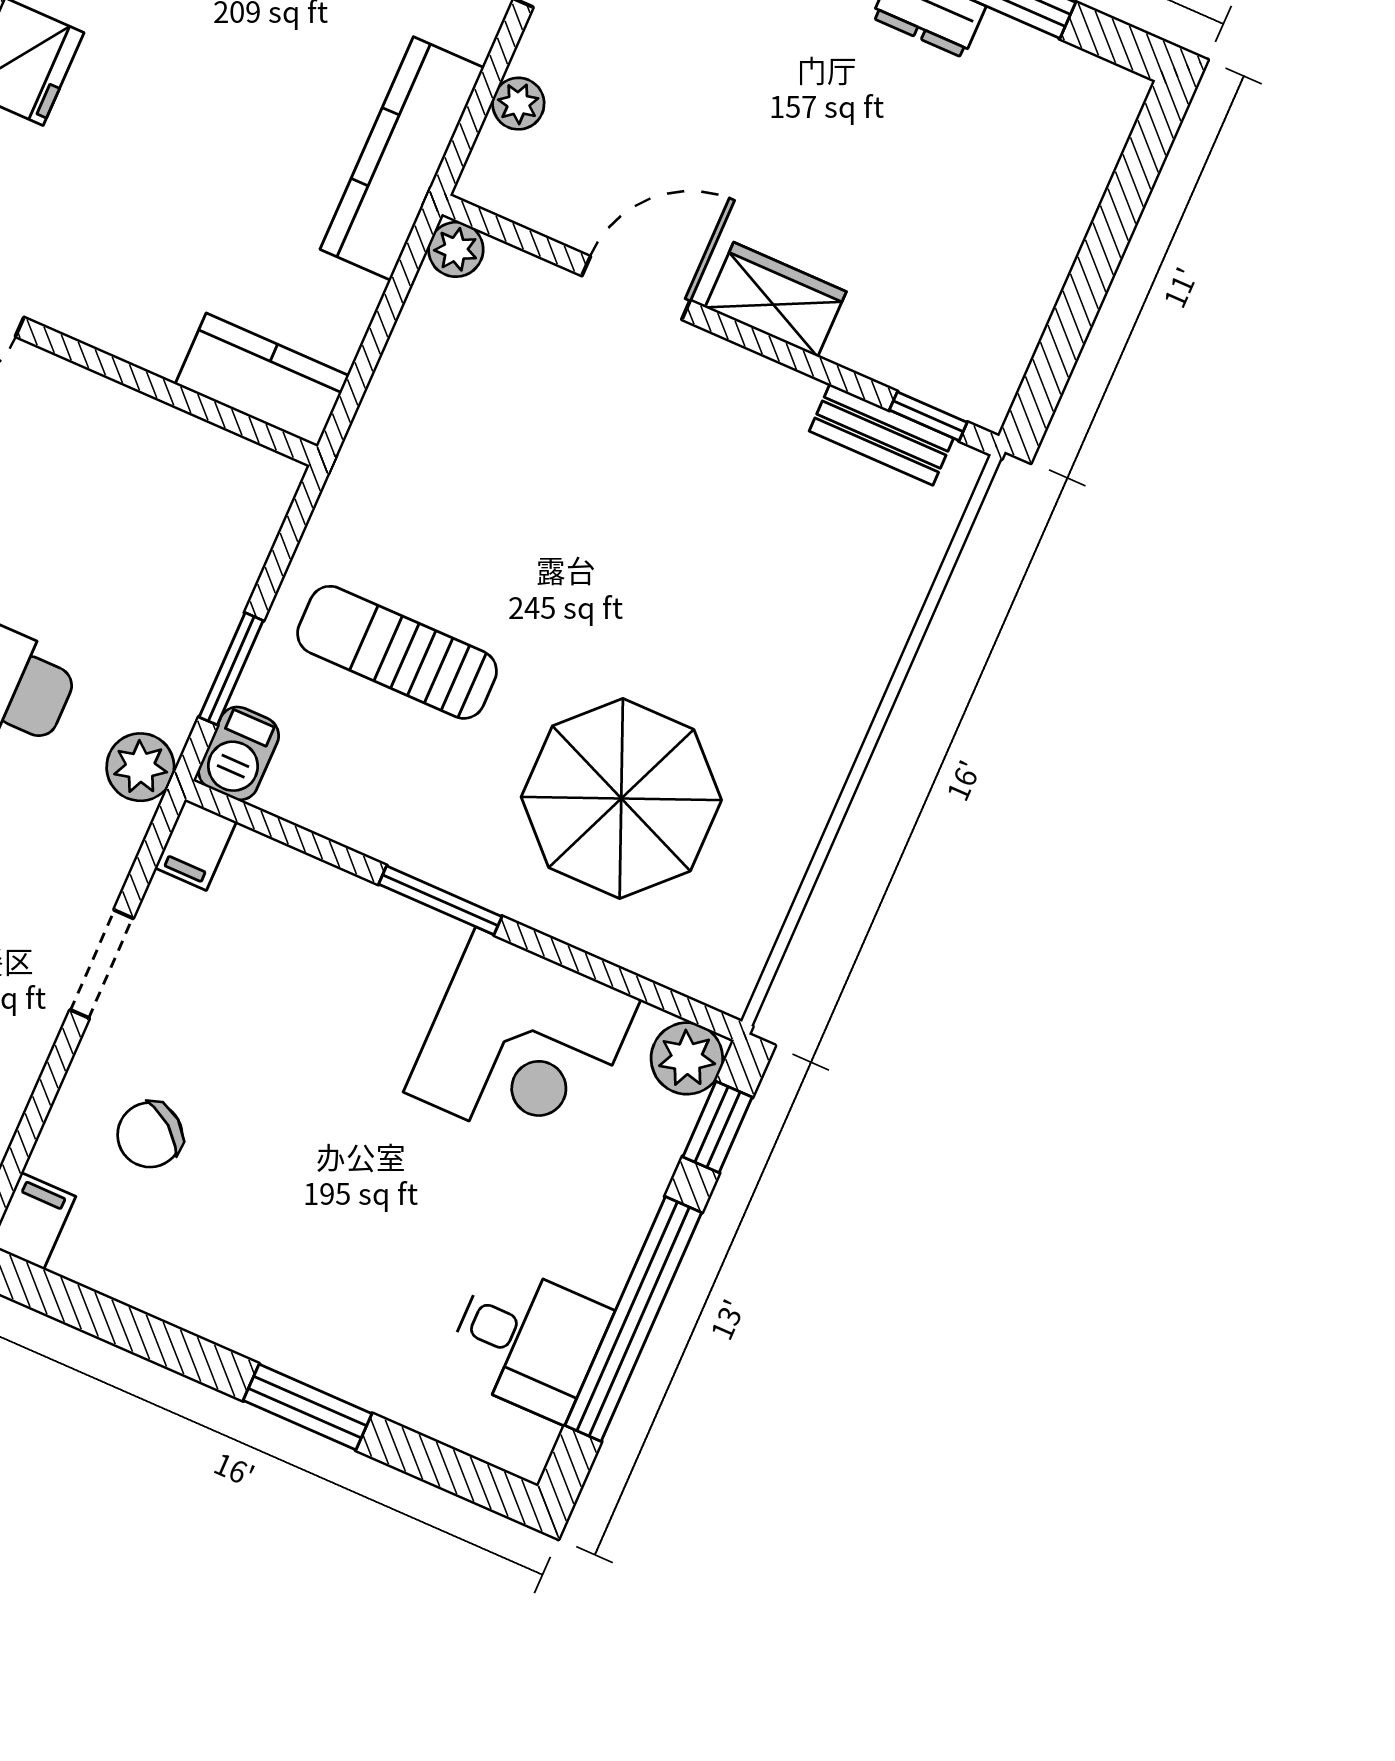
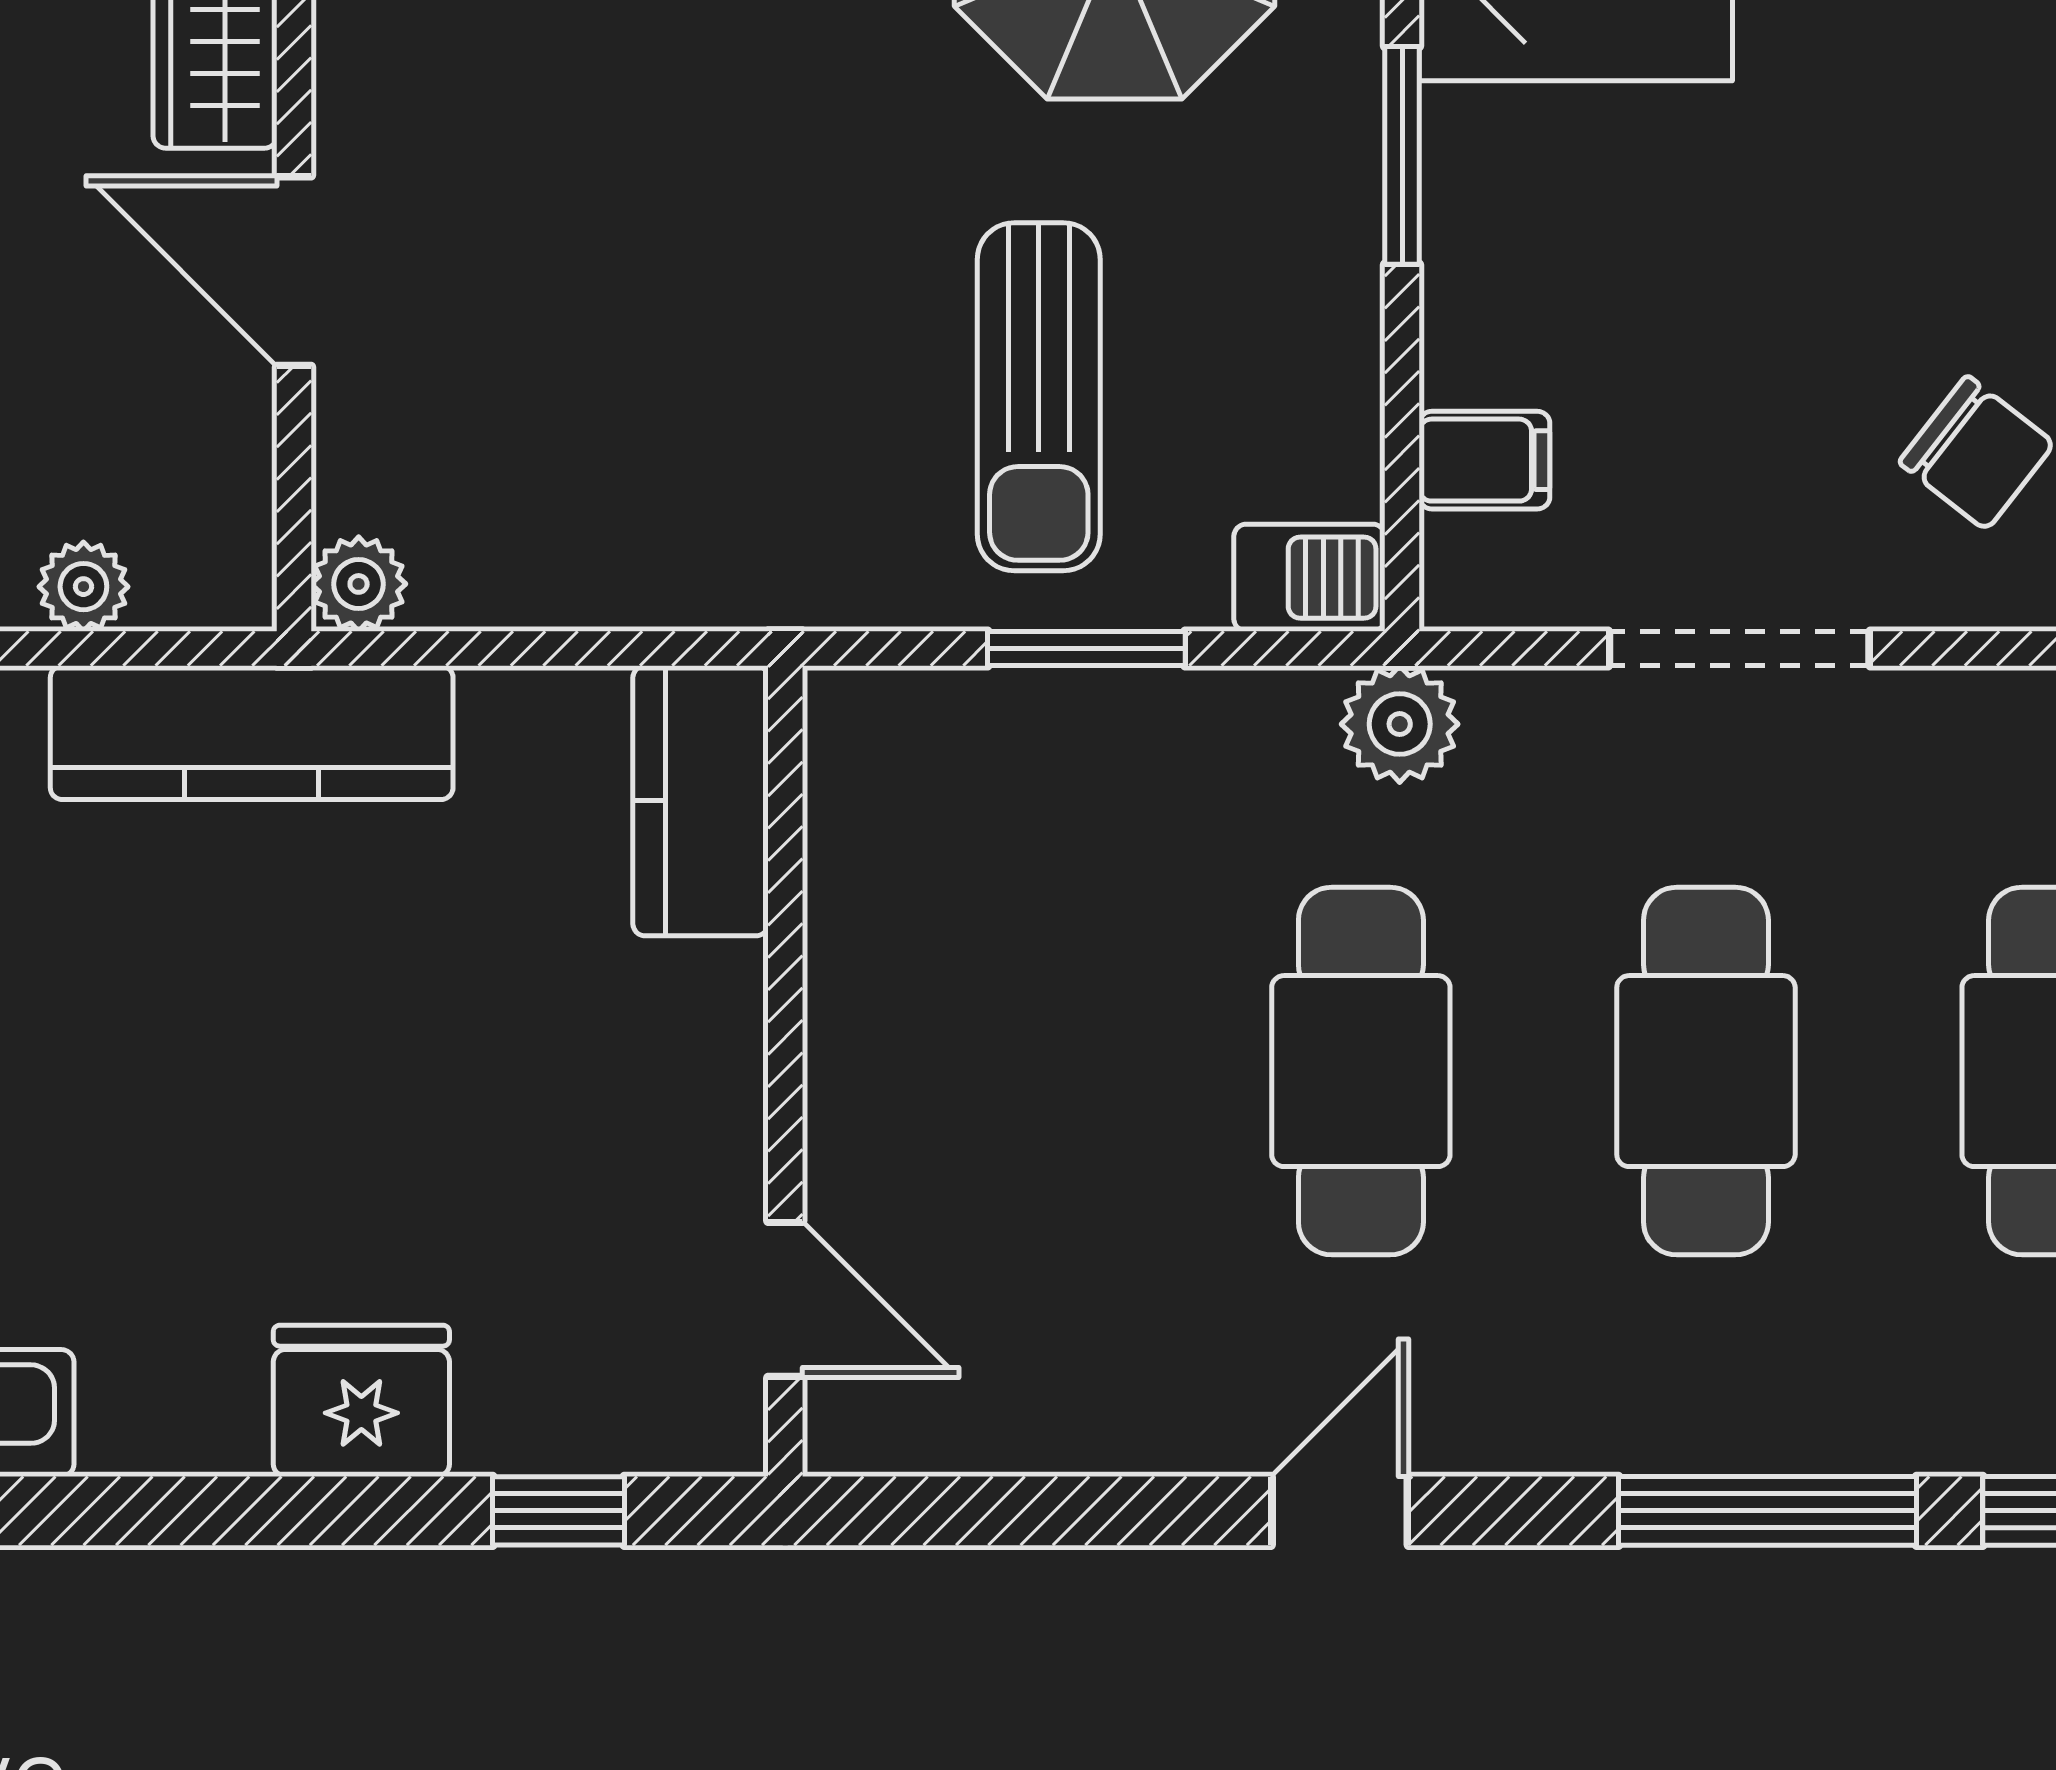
window: (231, 669) -> (1086, 648), moved
filing cabinet: (196, 845) -> (1484, 460), moved
doorway: (102, 964) -> (1739, 648), width x1.38

